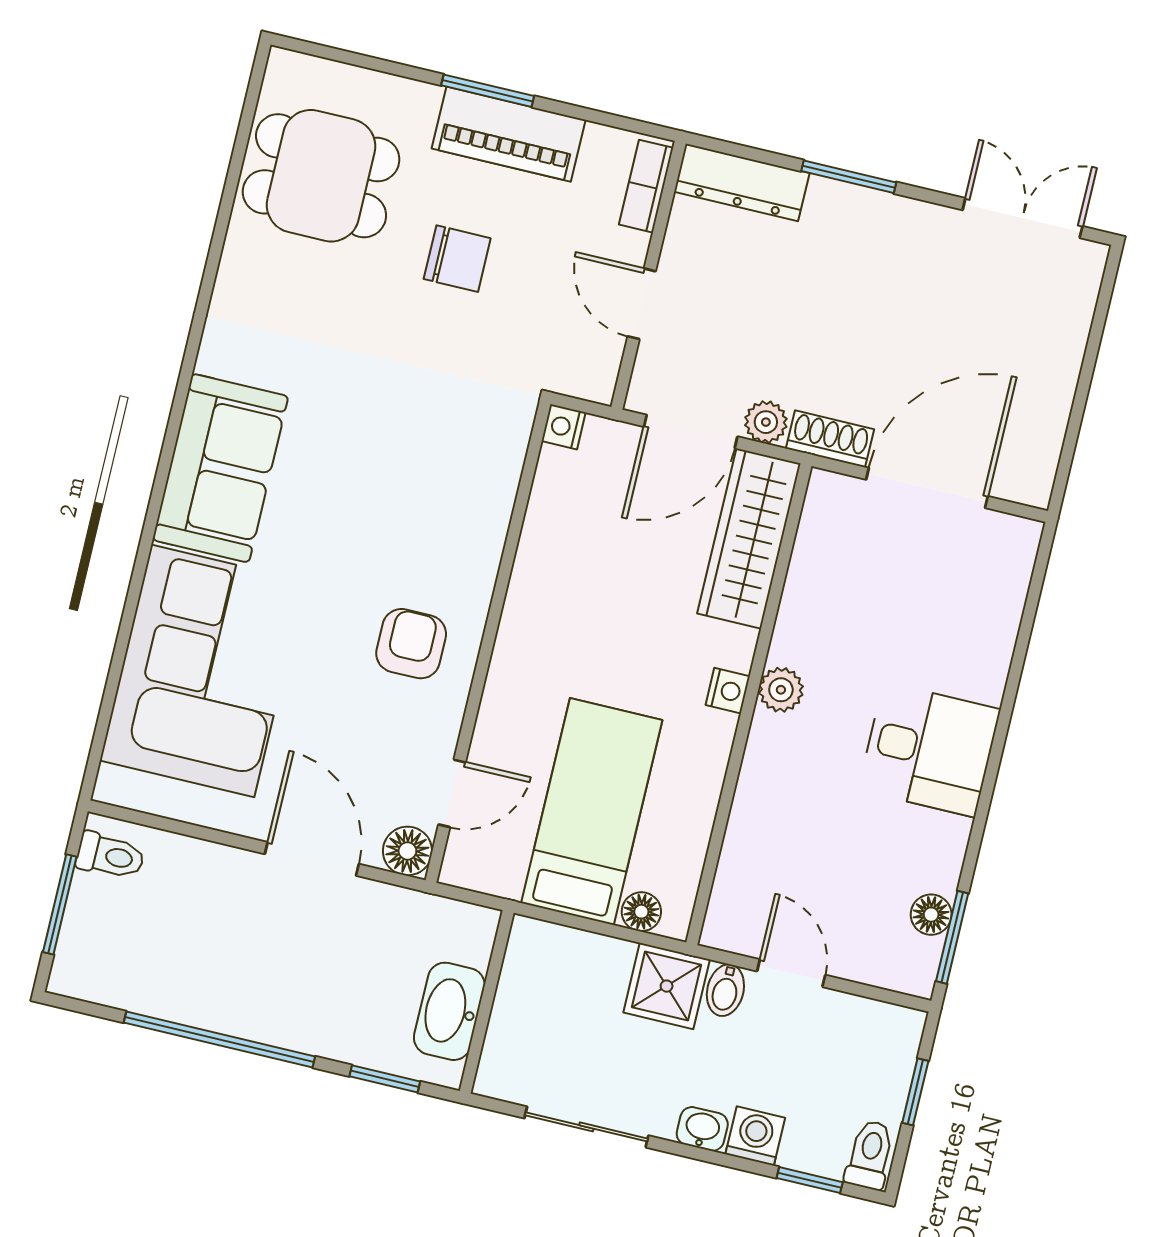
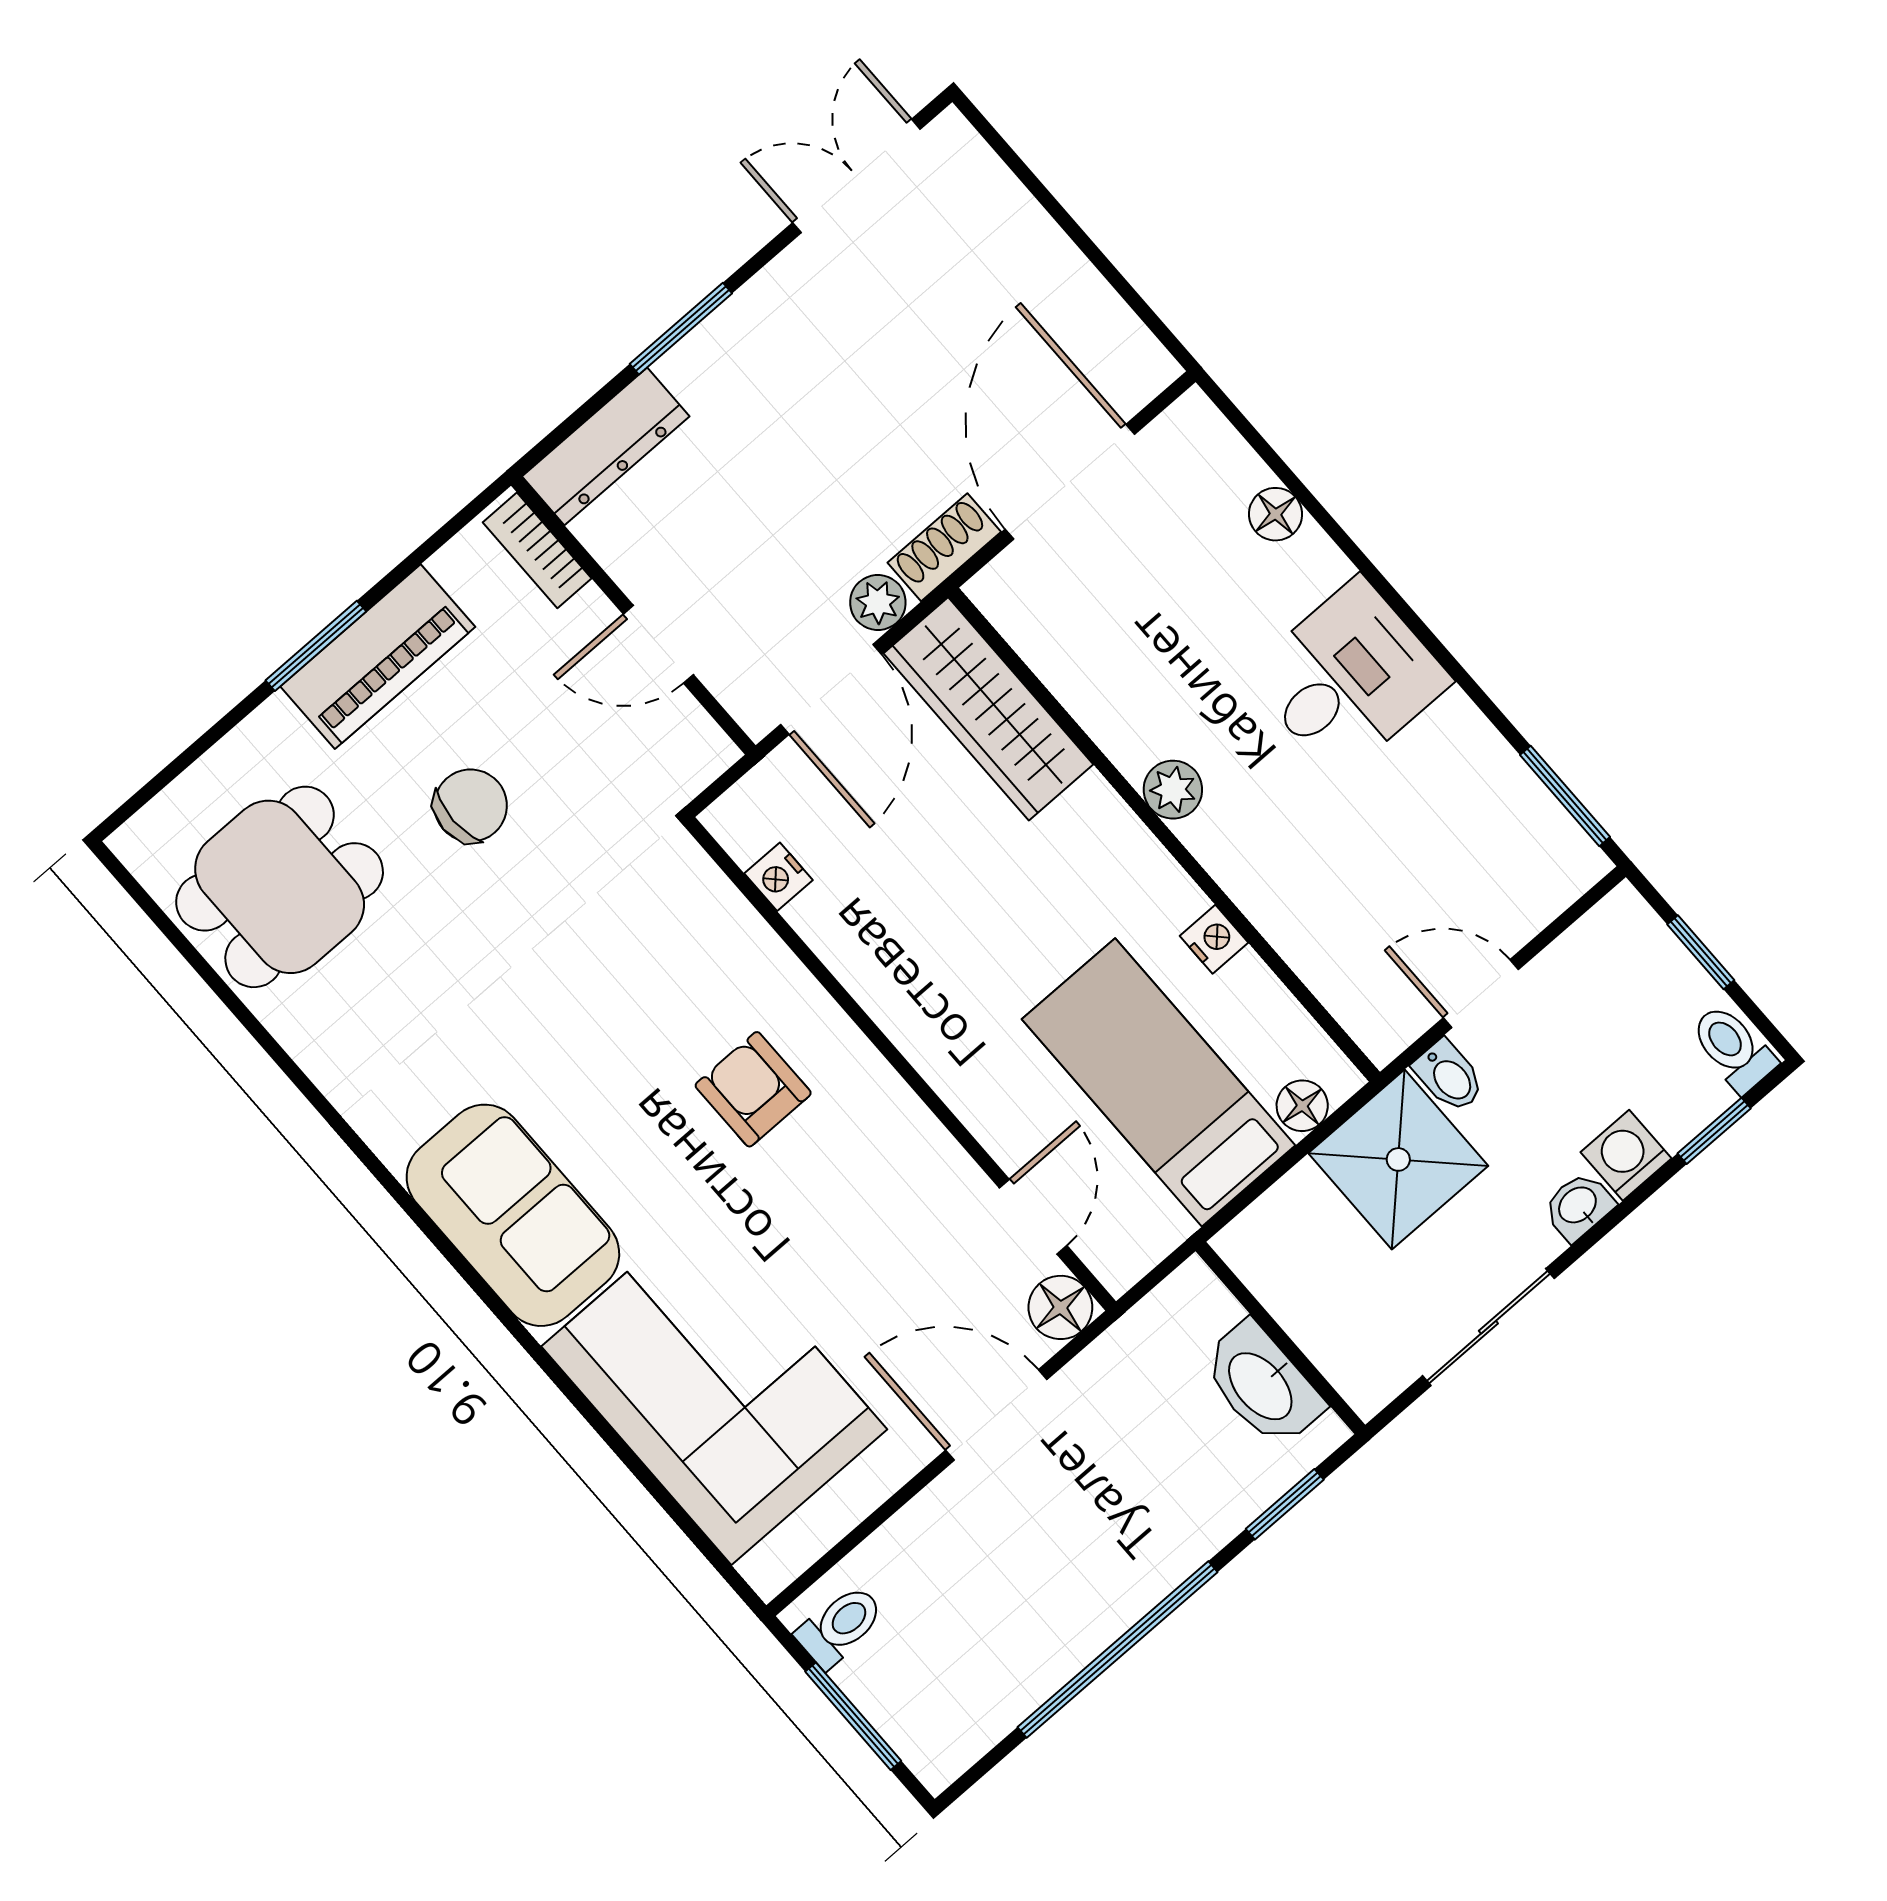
nightstand: (564, 427) -> (778, 877), moved
armchair: (411, 644) -> (753, 1089), moved
nightstand: (728, 691) -> (1214, 939), moved
floor lamp: (931, 915) -> (1275, 514), moved
shower: (667, 986) -> (1398, 1159), width x1.36, depth x1.36

